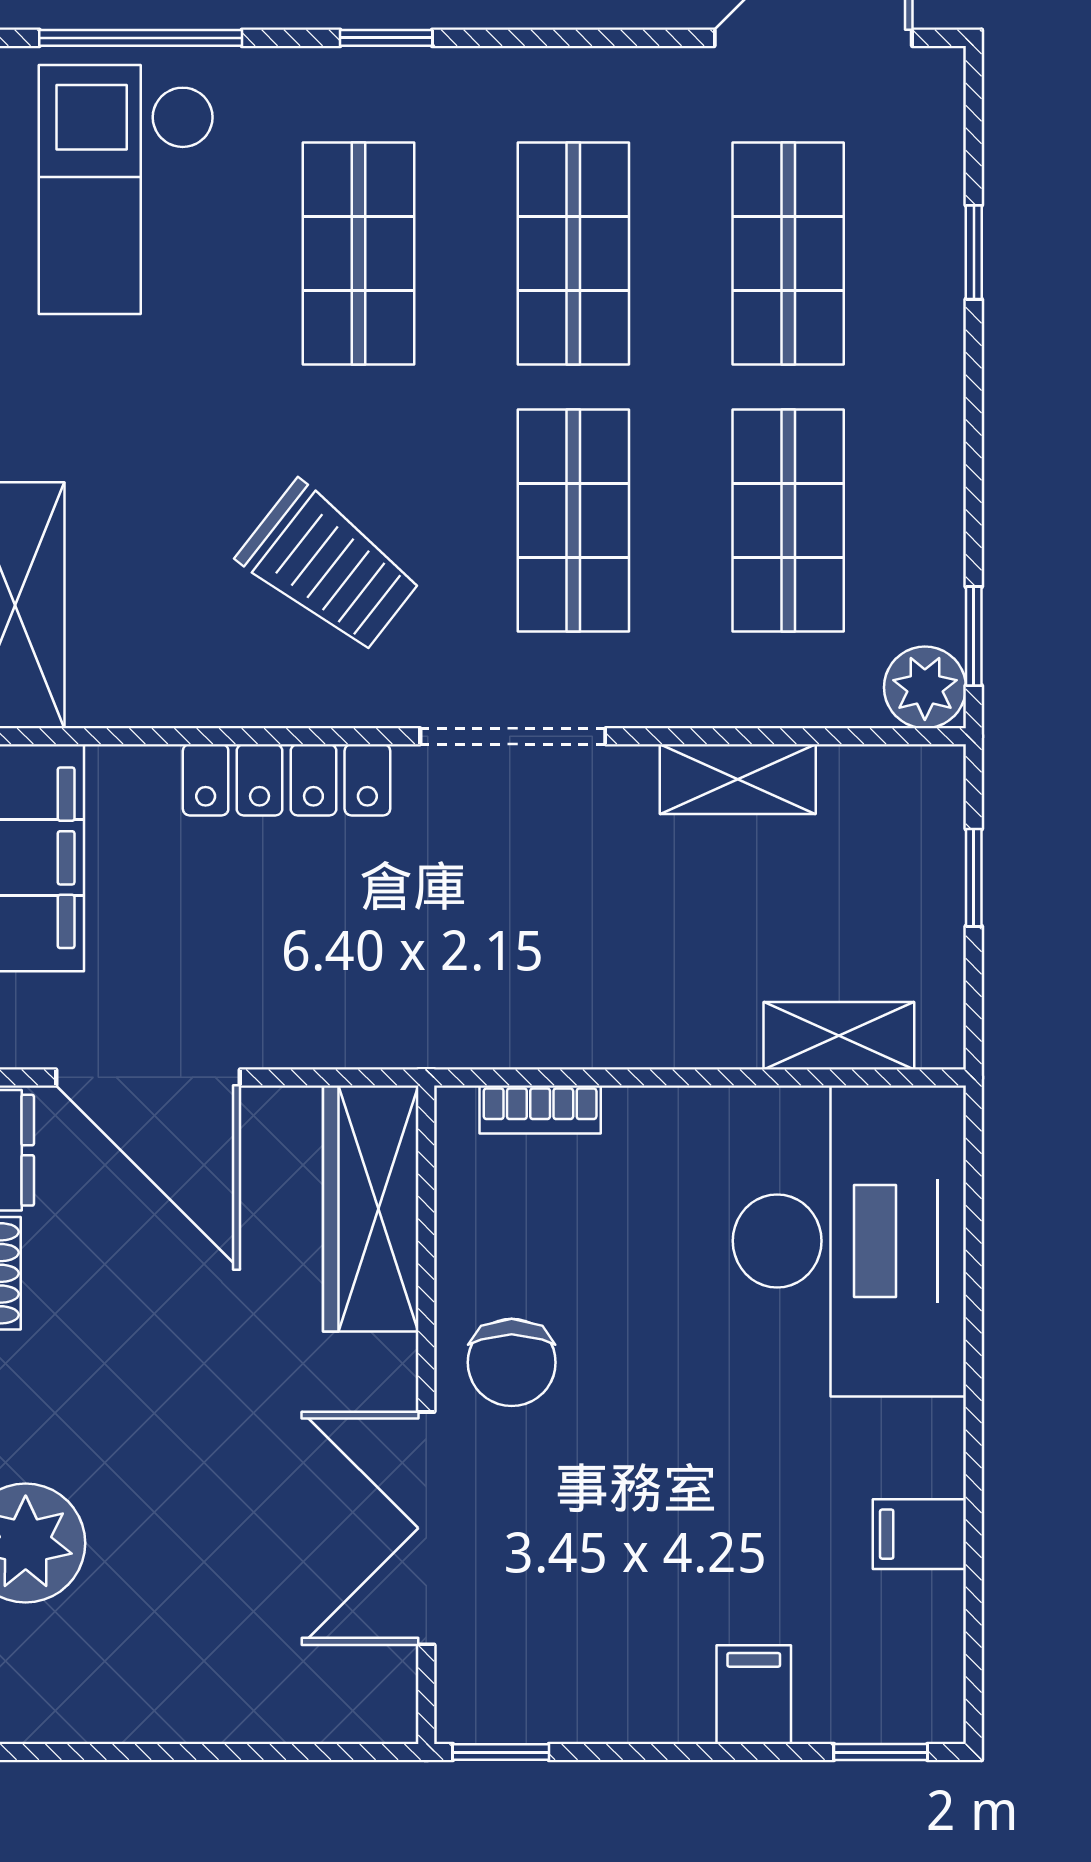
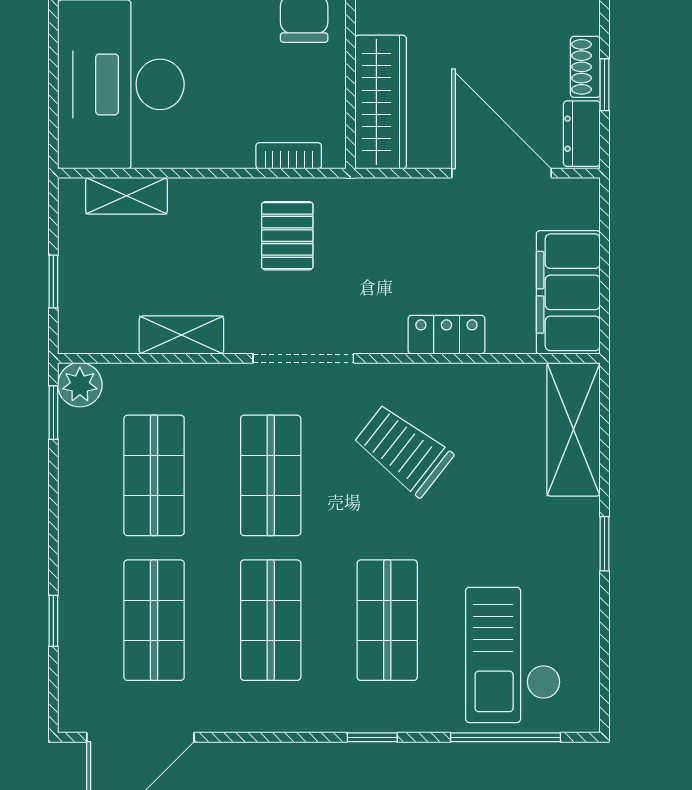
checkout: (127, 190) -> (513, 655), turned 180
locker: (286, 780) -> (446, 335), width x0.66
pallet: (543, 962) -> (287, 236), added

